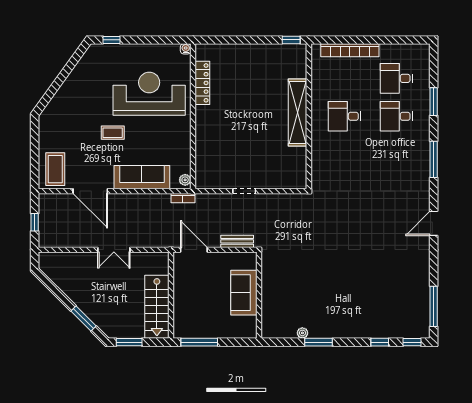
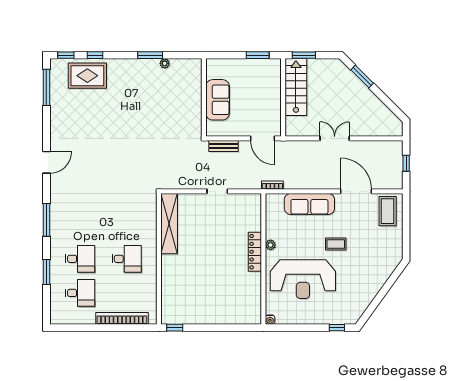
locker: (202, 83) -> (255, 252), moved
shelving: (298, 113) -> (169, 224), moved
plant: (185, 180) -> (271, 245), moved
rug: (388, 319) -> (87, 76), added
window: (129, 342) -> (304, 55), moved
window: (199, 342) -> (258, 55), width x0.69

